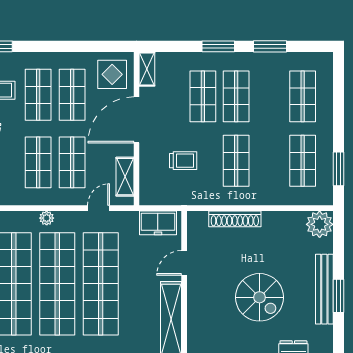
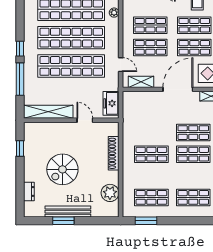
door: (136, 120) -> (178, 89), hinge flipped
trolley: (183, 161) -> (151, 120), removed
plant: (47, 218) -> (114, 13), moved
plant: (320, 224) -> (110, 193), moved

